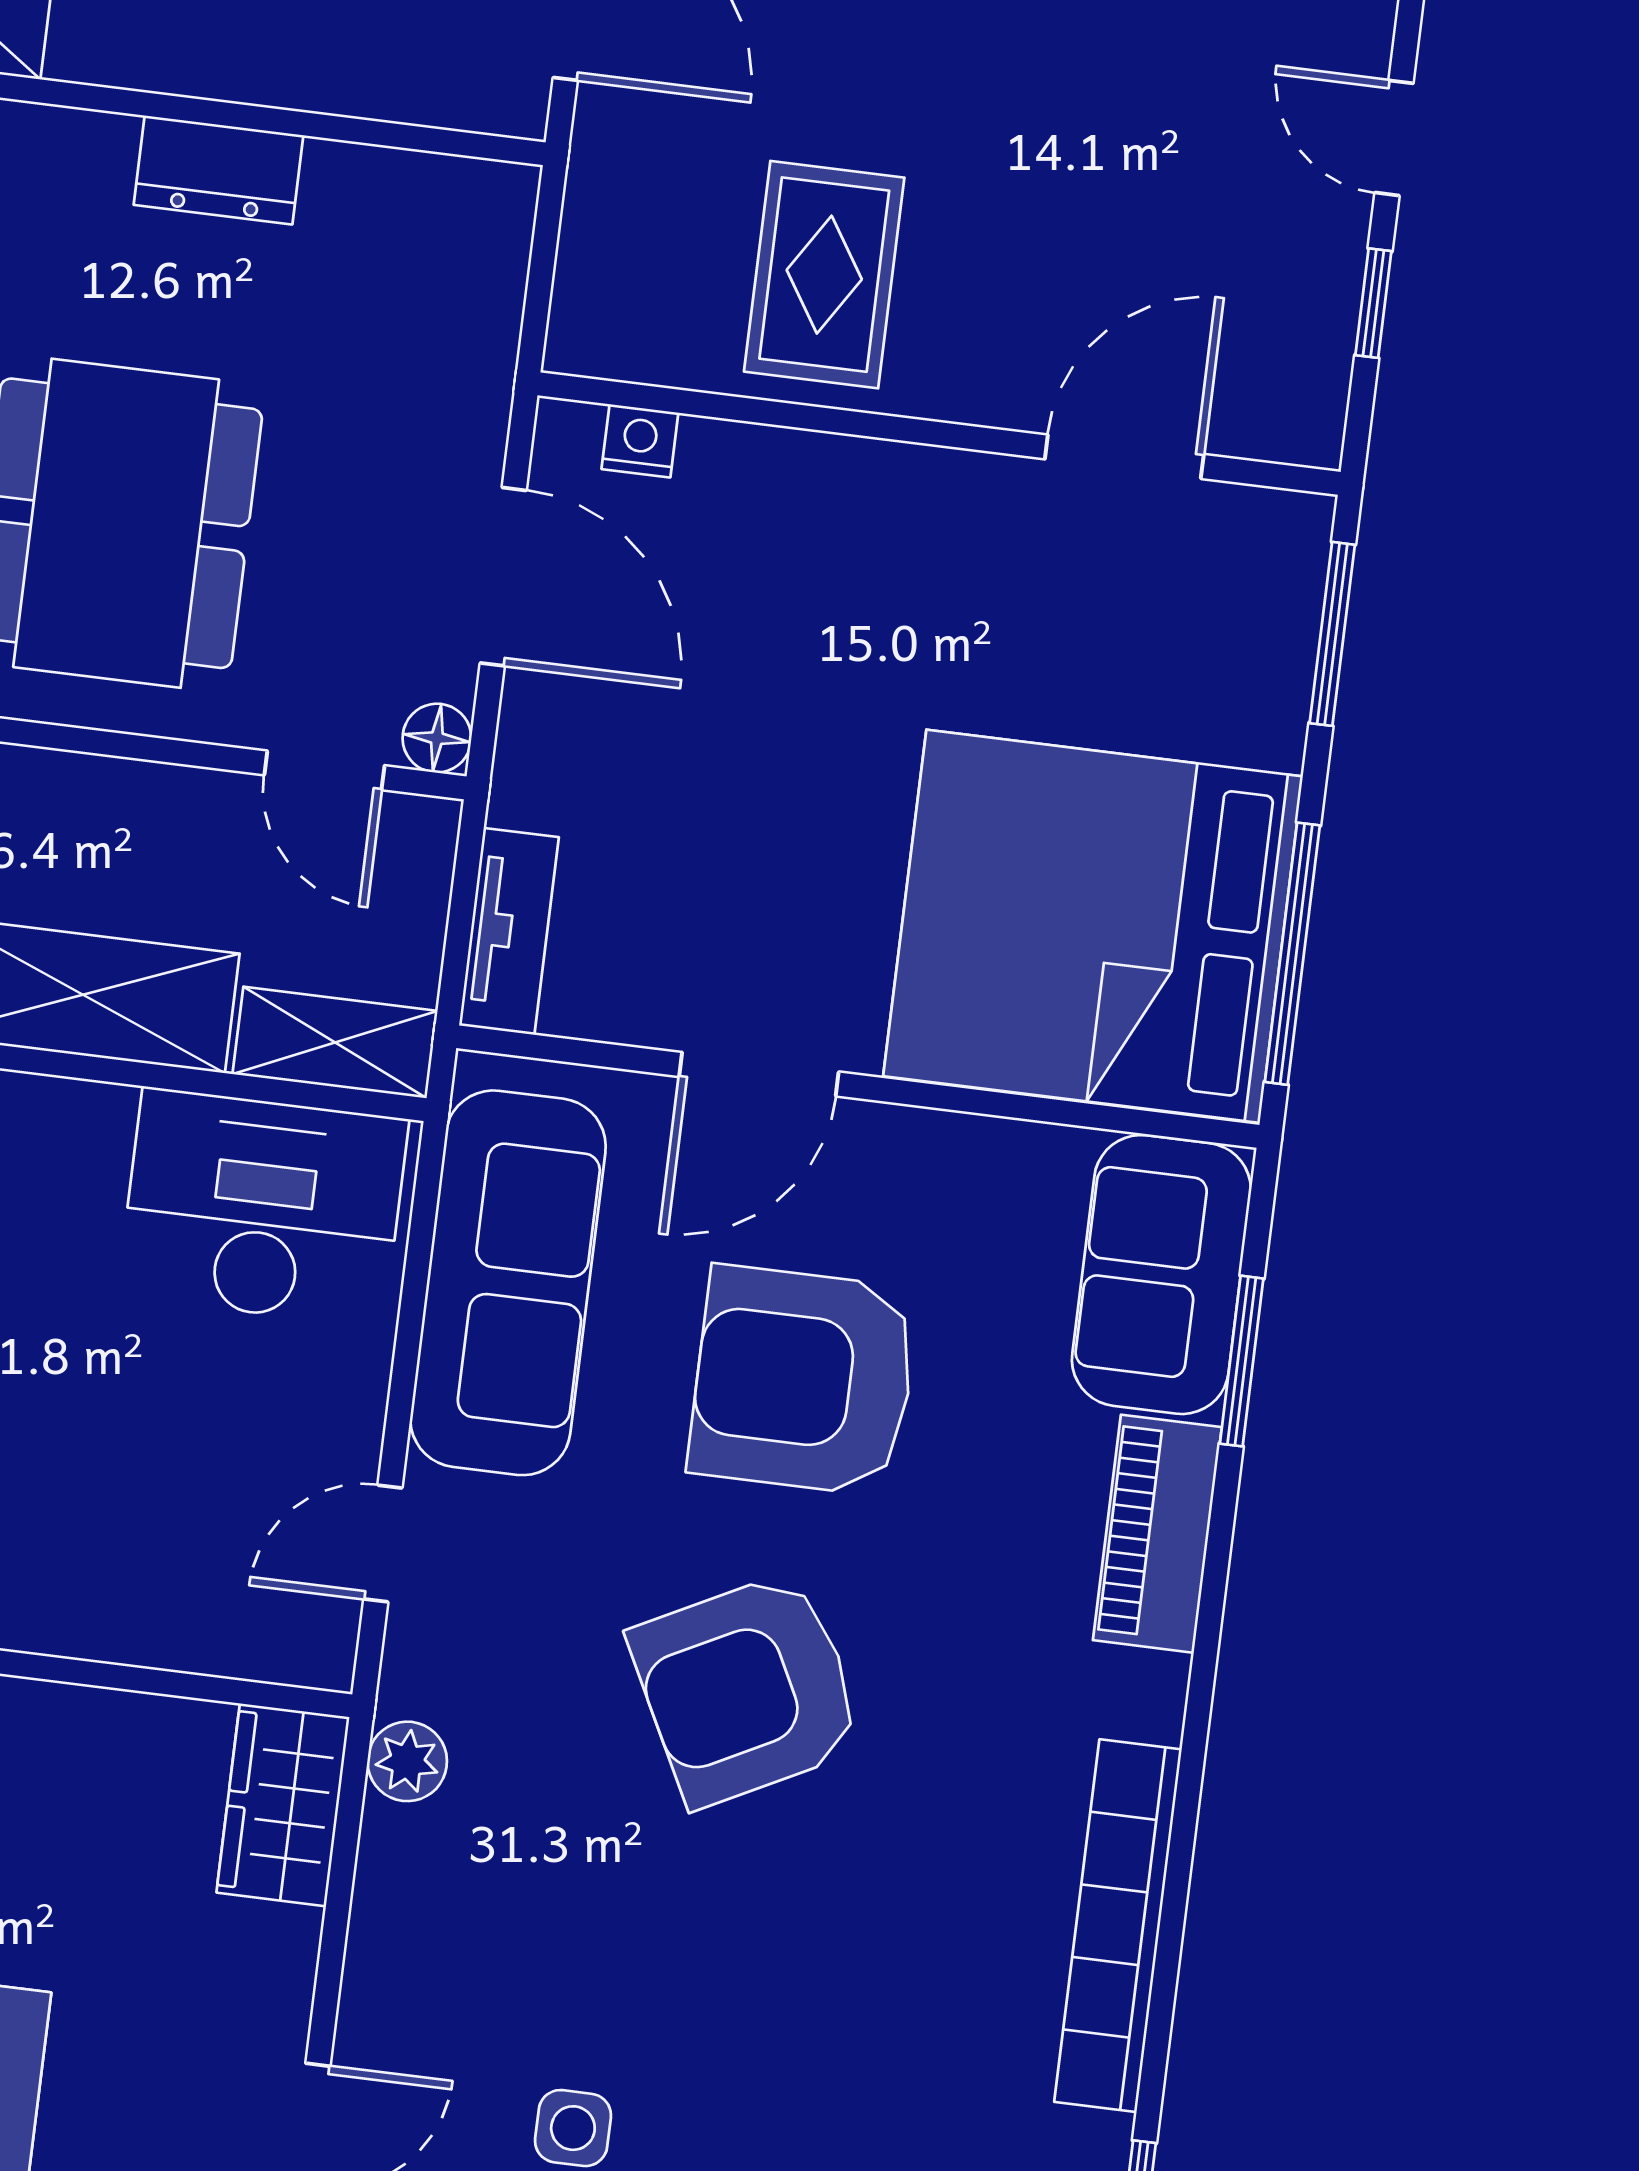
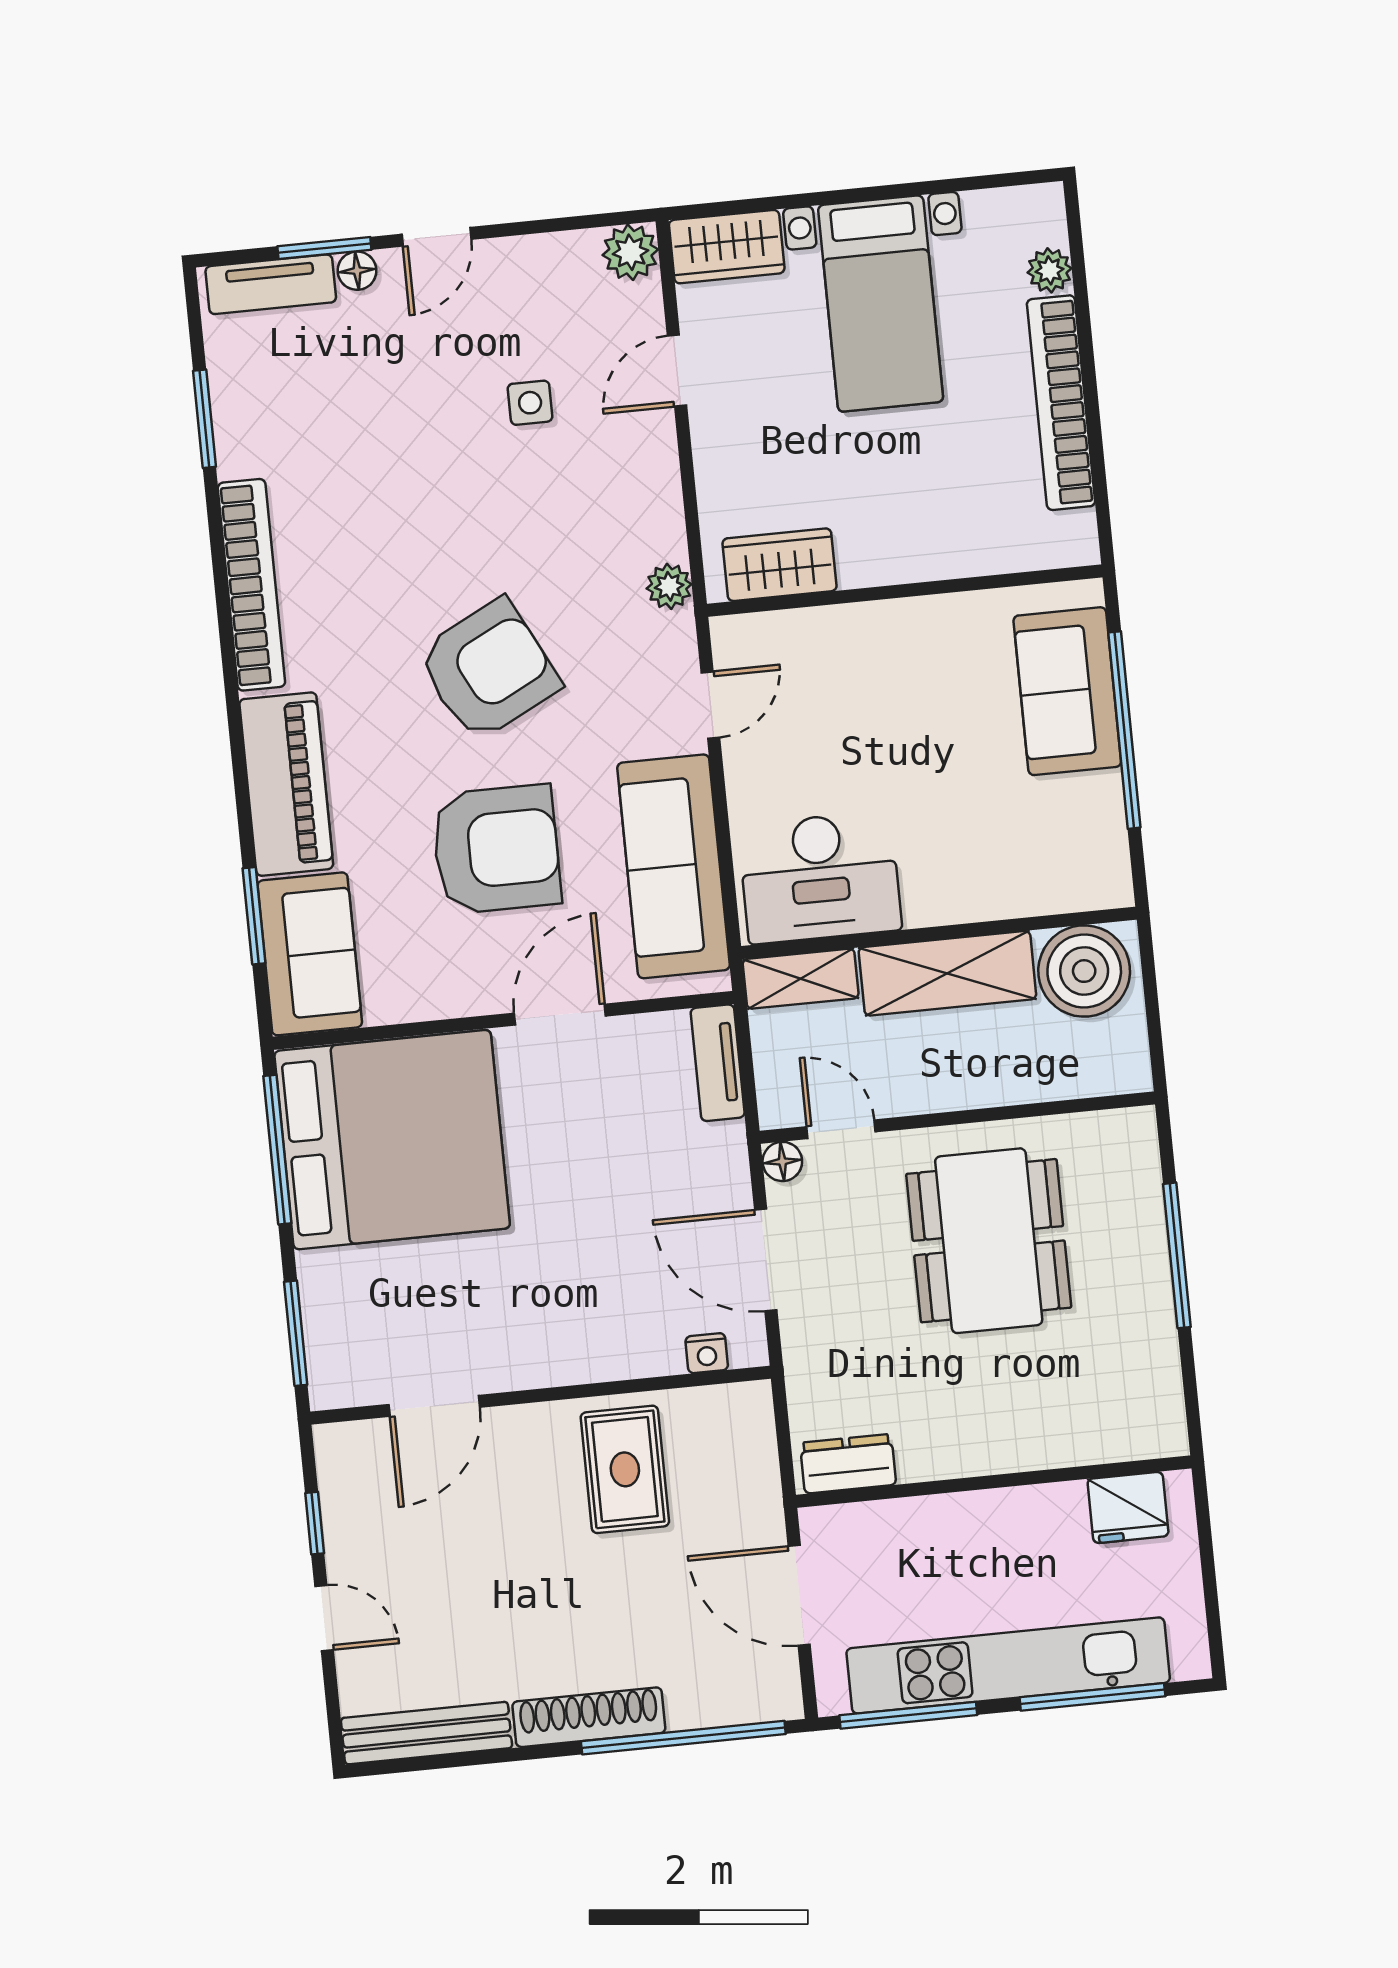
dresser: (218, 170) -> (848, 1464), moved
piano: (1157, 1534) -> (286, 784), width x1.37, depth x1.33
wardrobe: (283, 1805) -> (780, 565), moved, turned -90

